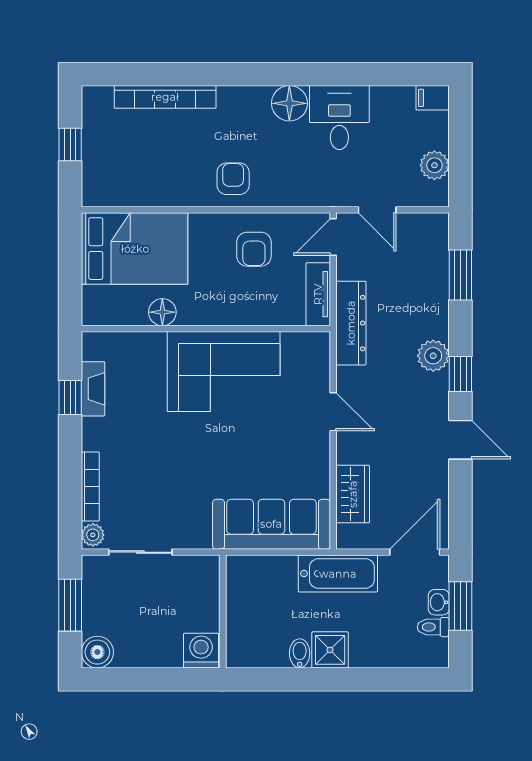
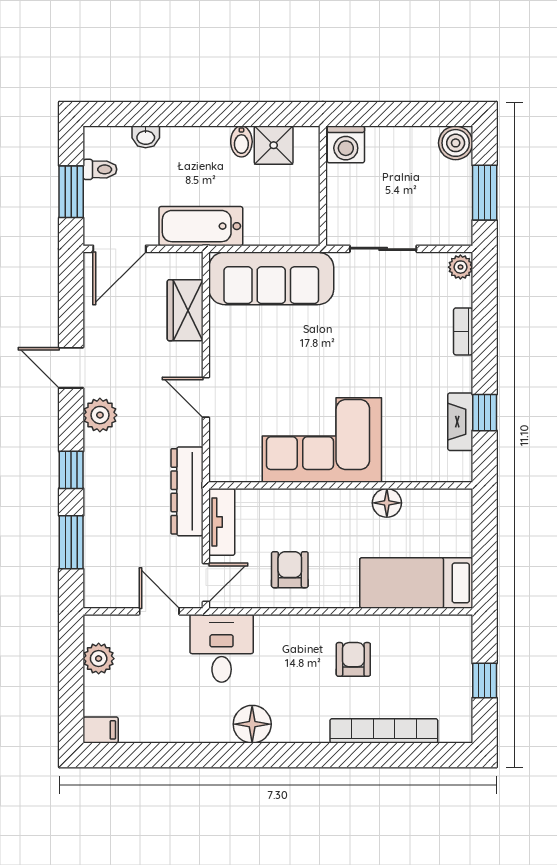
desk: (339, 118) -> (222, 648), moved, turned 180
armchair: (233, 179) -> (353, 659), moved, turned 180
bed: (135, 249) -> (416, 583), width x0.67
plant: (433, 356) -> (100, 415), moved
window: (460, 374) -> (71, 470), moved
bookcase: (90, 487) -> (463, 331), width x0.64
sliding door: (140, 552) -> (383, 249), moved
washbasin: (439, 602) -> (146, 137), moved, turned 90
shower: (330, 650) -> (274, 145), moved

